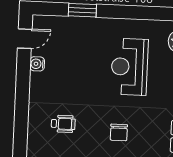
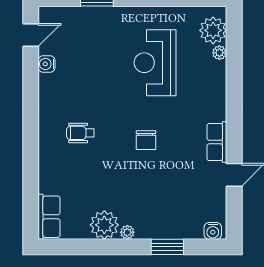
wheelchair: (63, 124) -> (80, 133), turned 180

